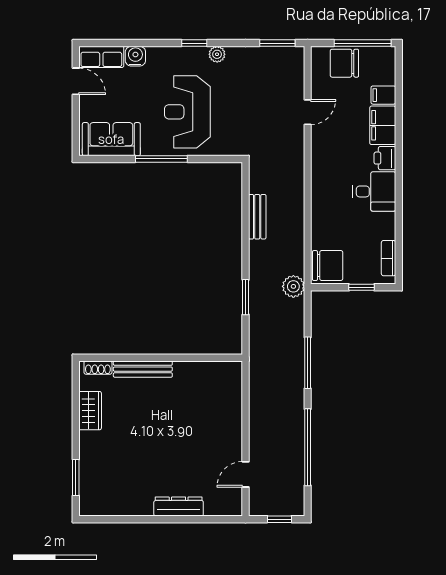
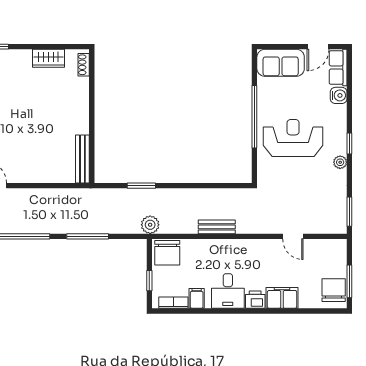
window: (363, 43) -> (349, 281), width x0.69
chair: (344, 63) -> (334, 290), moved
filing cabinet: (383, 95) -> (197, 298), moved
sofa: (111, 139) -> (281, 63), moved, turned 90
window: (161, 159) -> (254, 117), width x1.46
bench: (257, 217) -> (217, 227), moved
bench: (143, 369) -> (82, 159), moved

